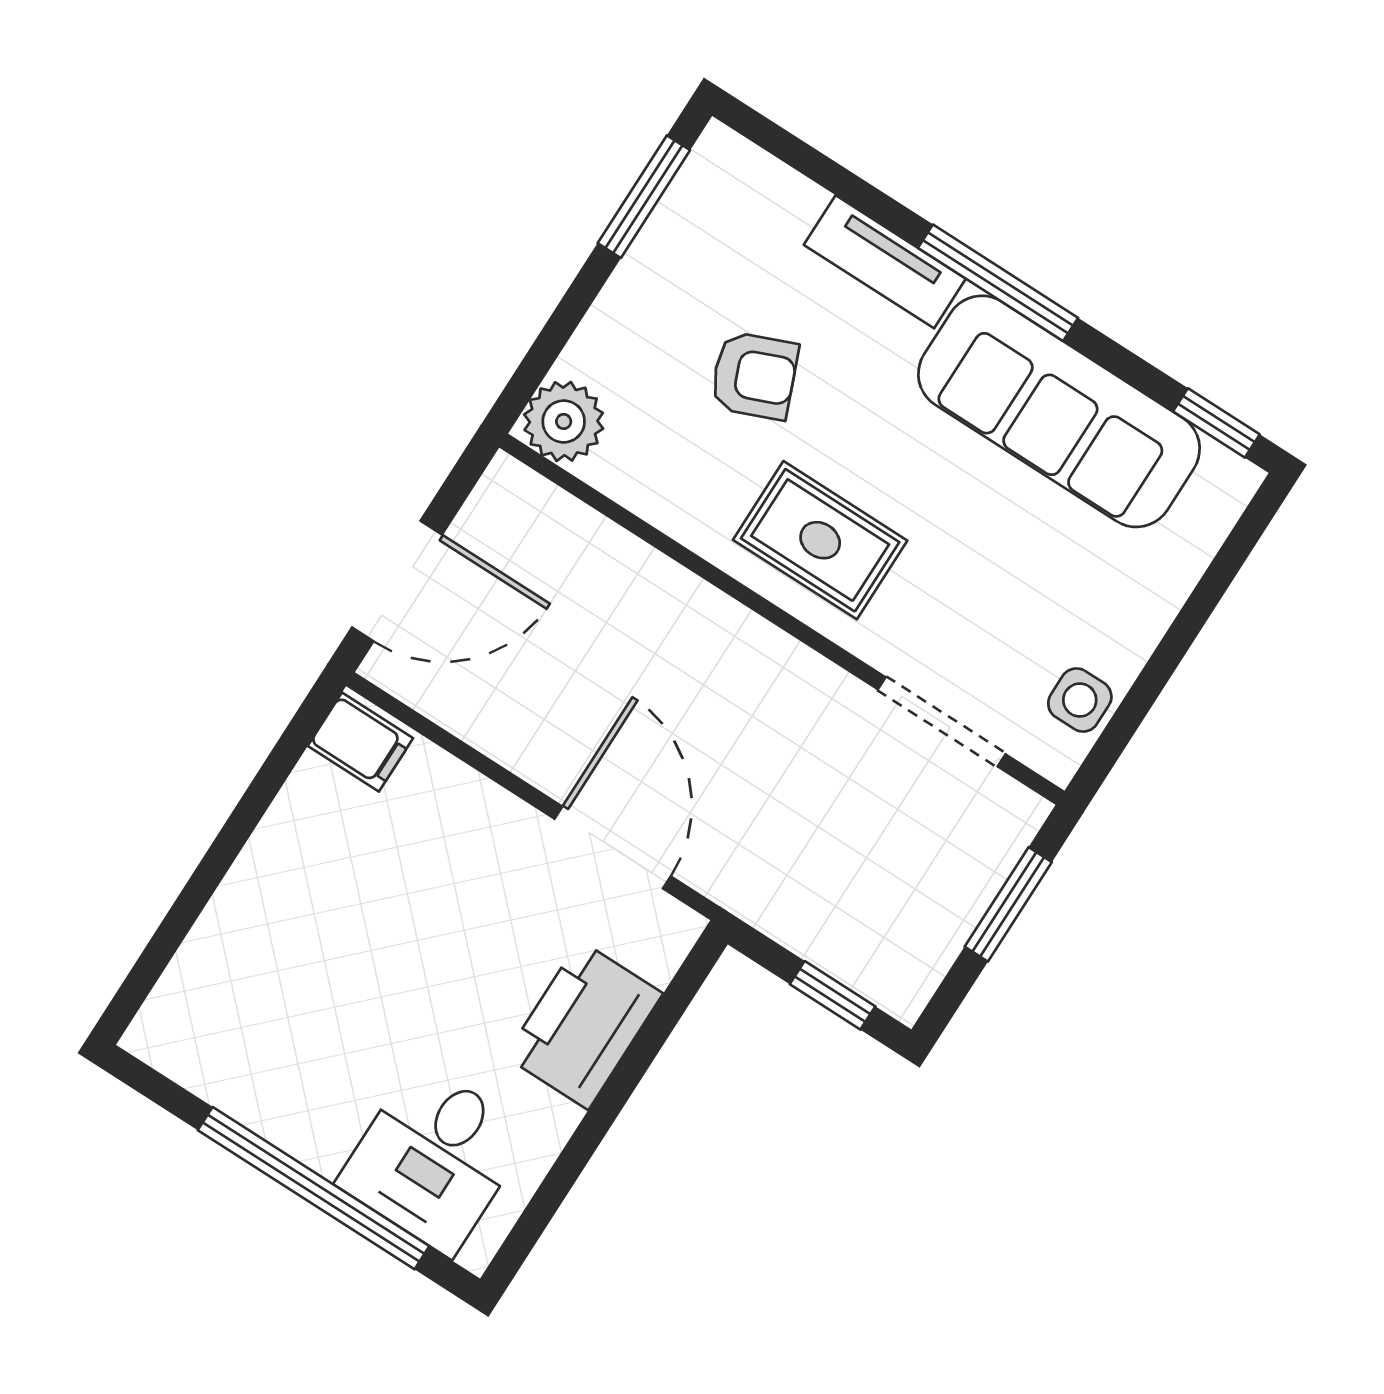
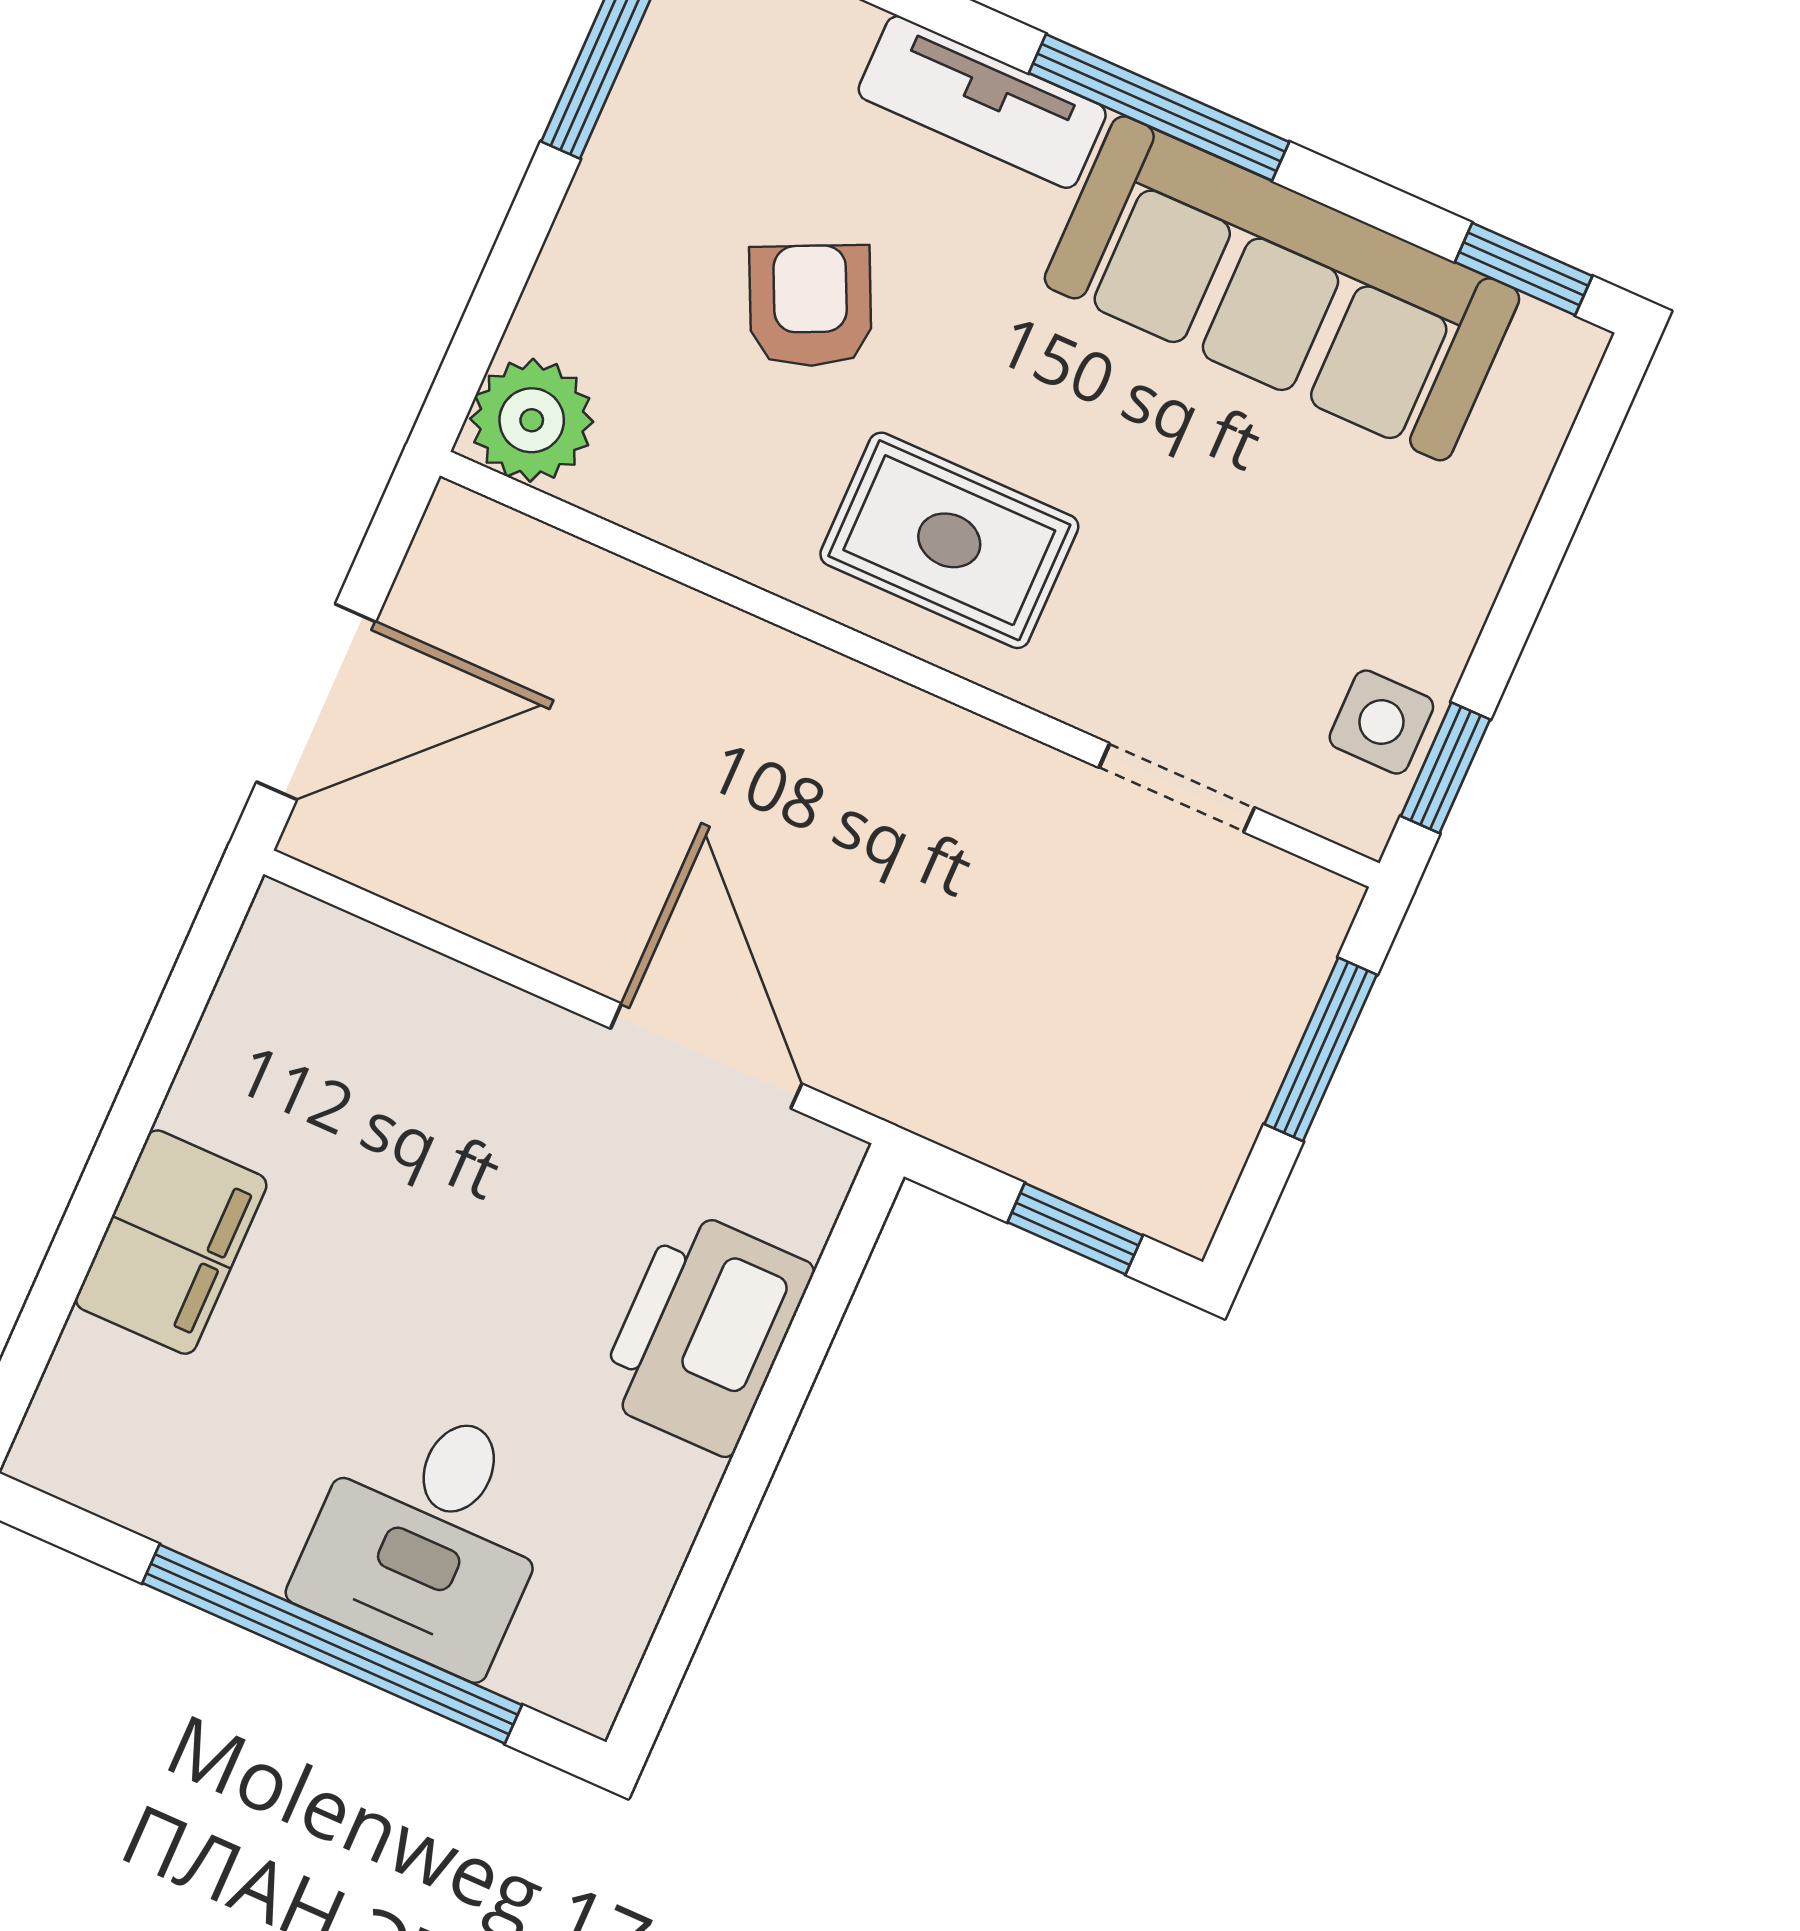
armchair: (754, 376) -> (810, 306), turned -93
doorway: (942, 722) -> (1177, 788), width x0.73
window: (1116, 736) -> (1445, 768), added
filing cabinet: (360, 742) -> (171, 1242), moved, width x2.00
desk: (434, 1158) -> (429, 1535), moved

